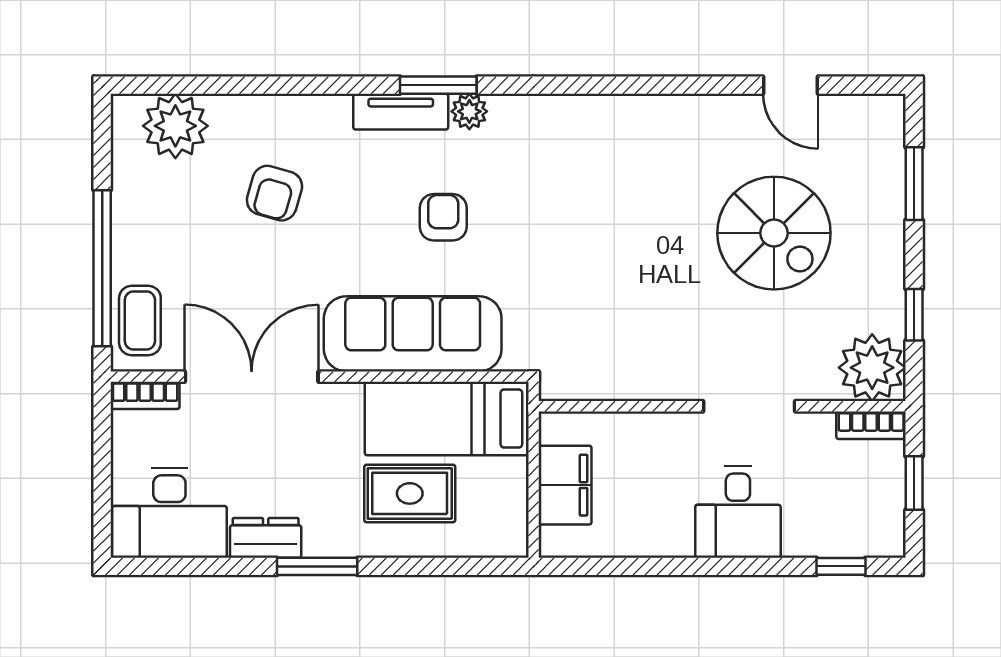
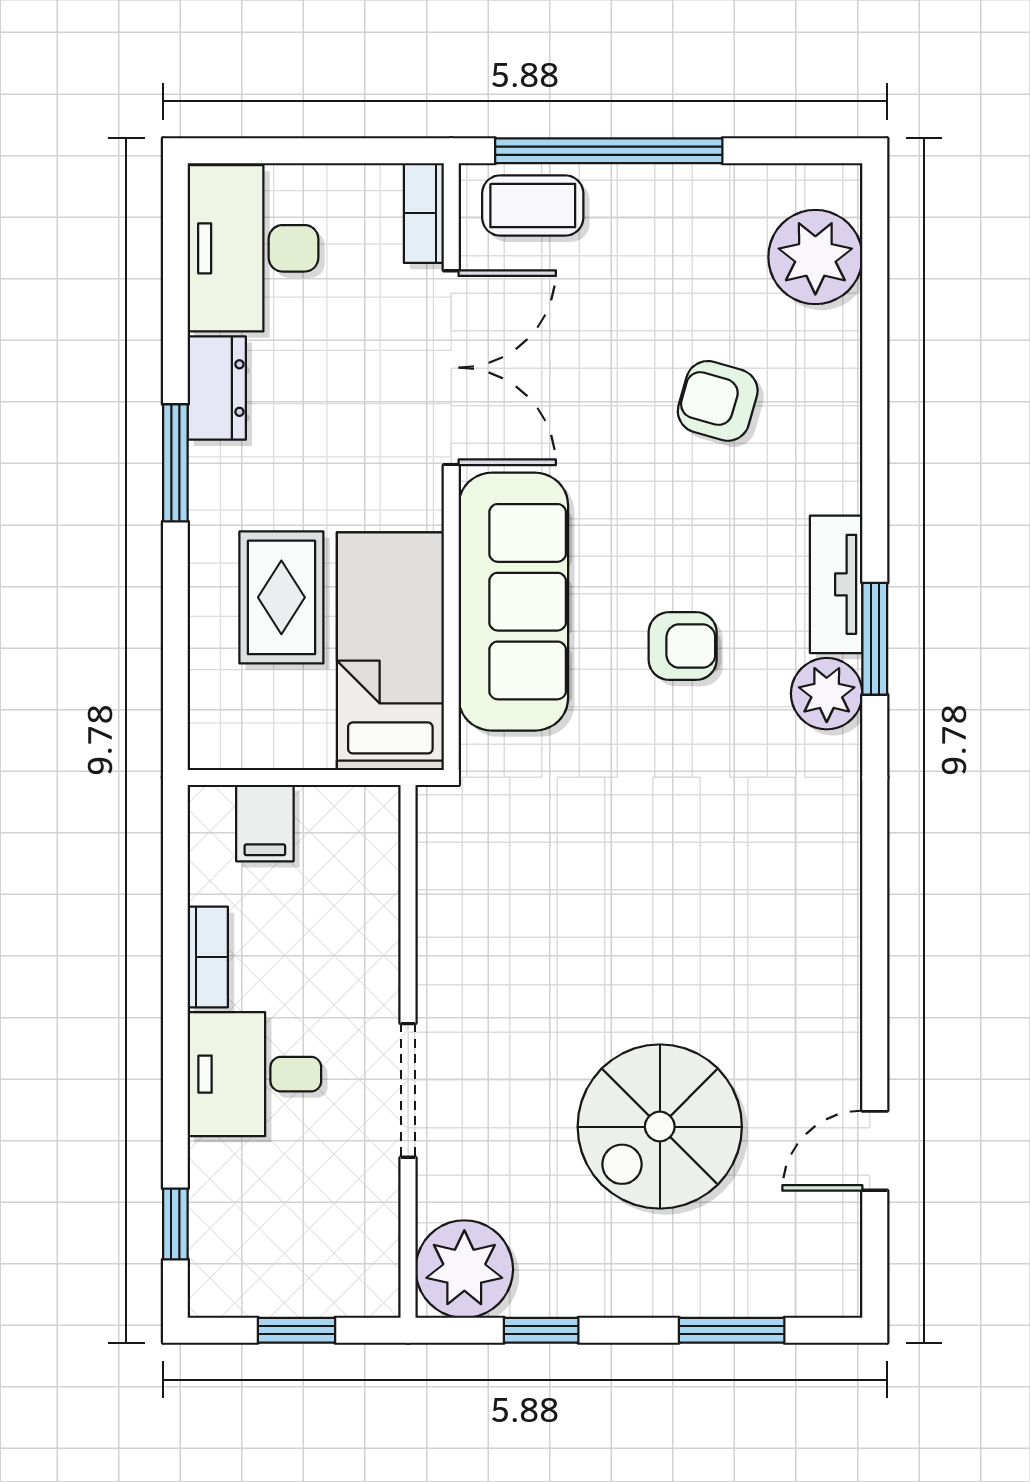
plant: (469, 111) -> (827, 694), width x1.38, depth x1.38
bookcase: (871, 425) -> (208, 957), moved, turned 180
filing cabinet: (565, 485) -> (265, 823), width x0.50

